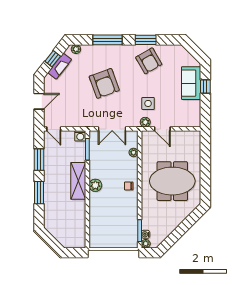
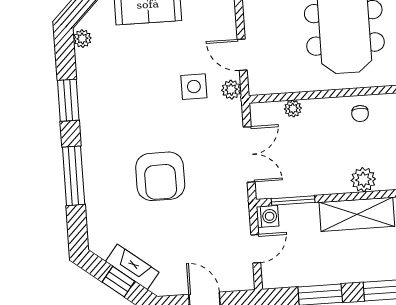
plant: (76, 49) -> (82, 39), moved
armchair: (149, 61) -> (109, 91), removed
armchair: (104, 83) -> (160, 176), turned 110
door: (54, 129) -> (256, 249), moved
door: (162, 129) -> (242, 55), swing flipped

